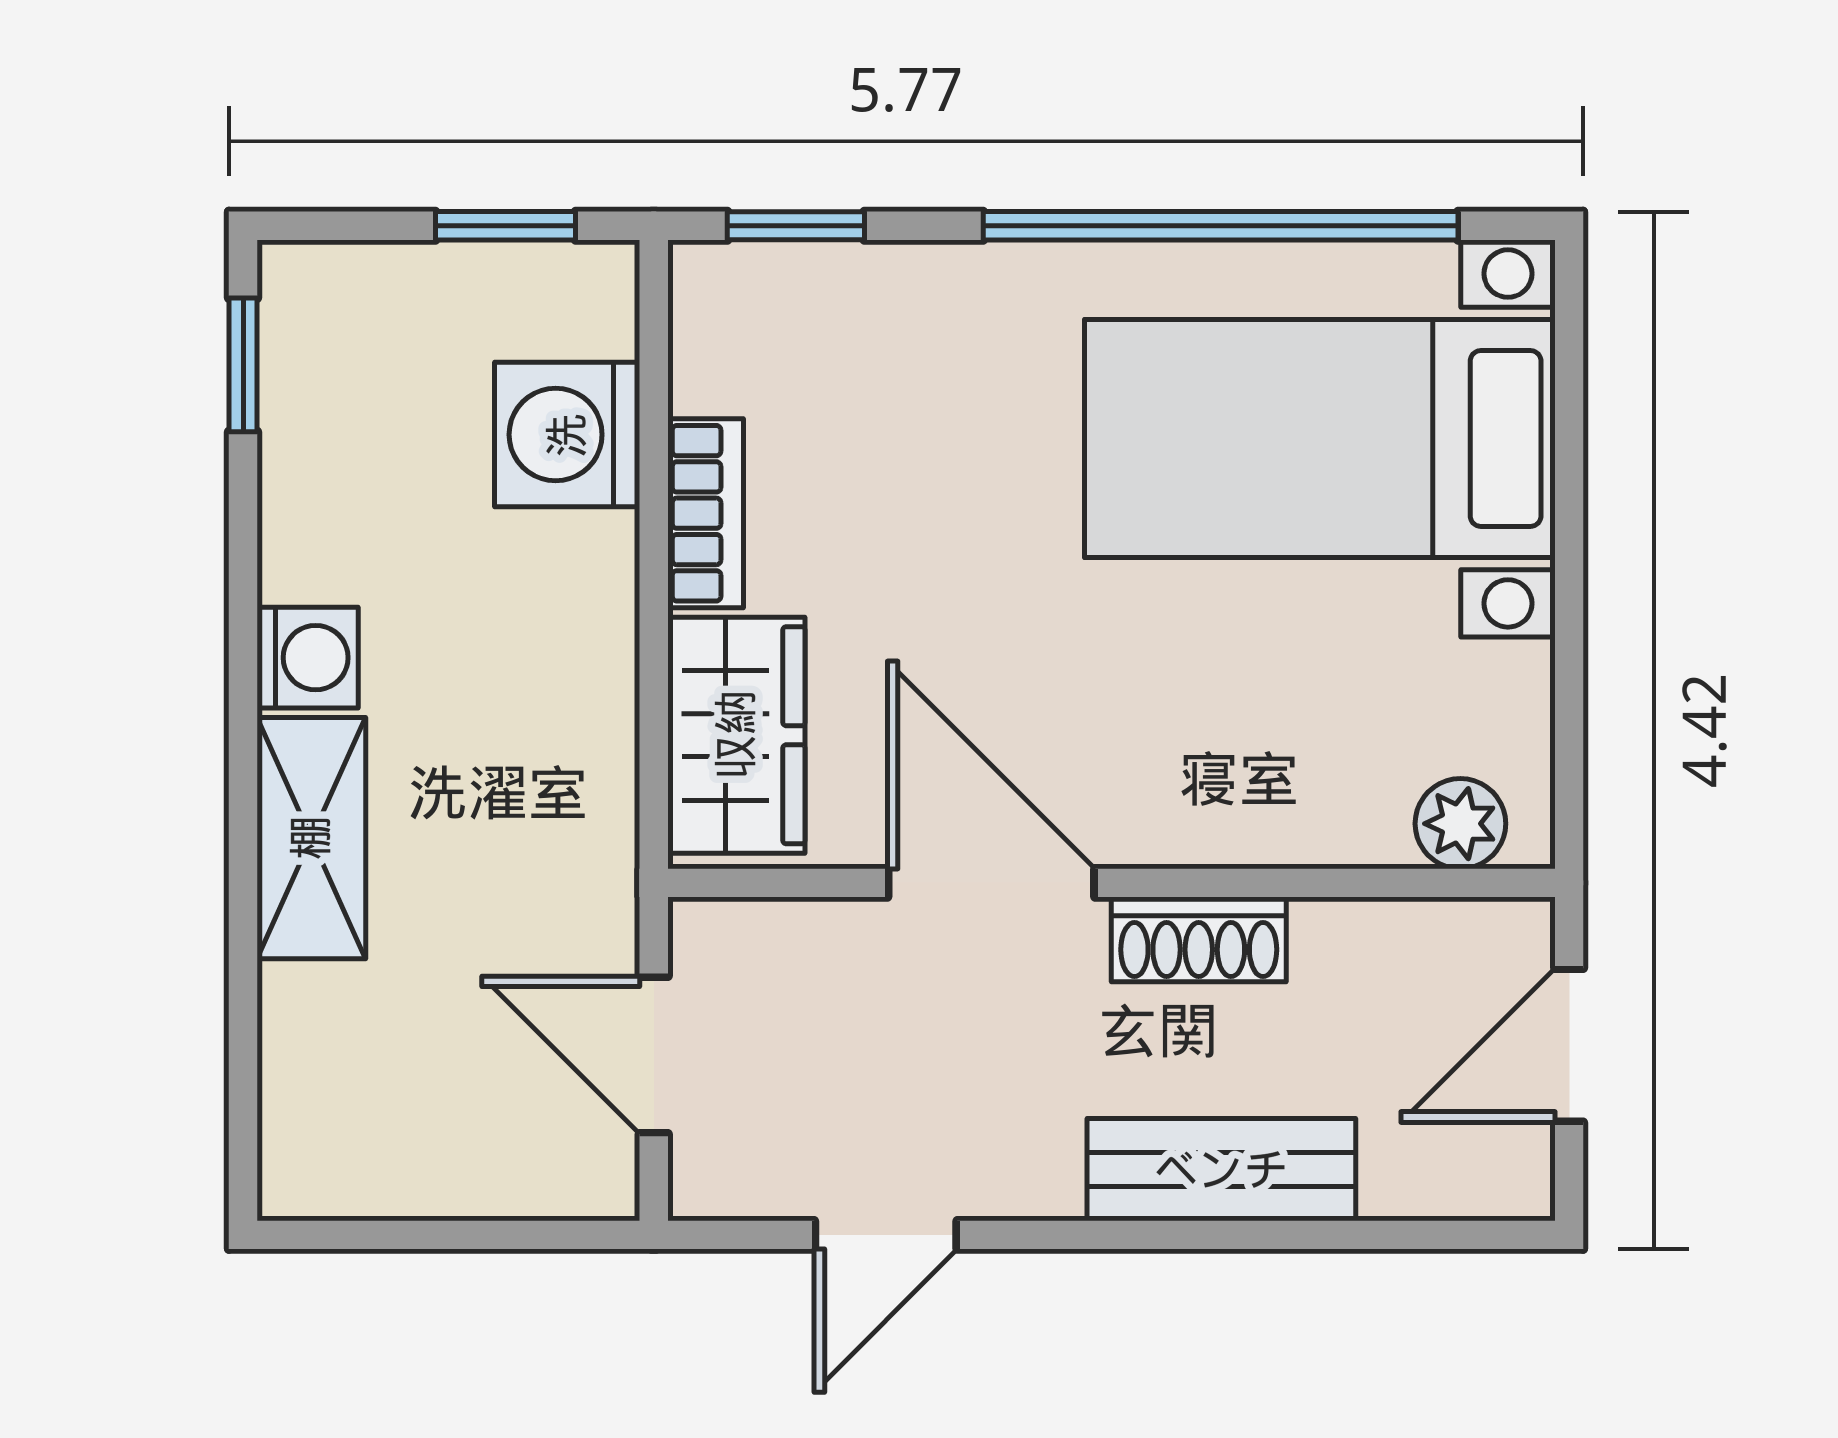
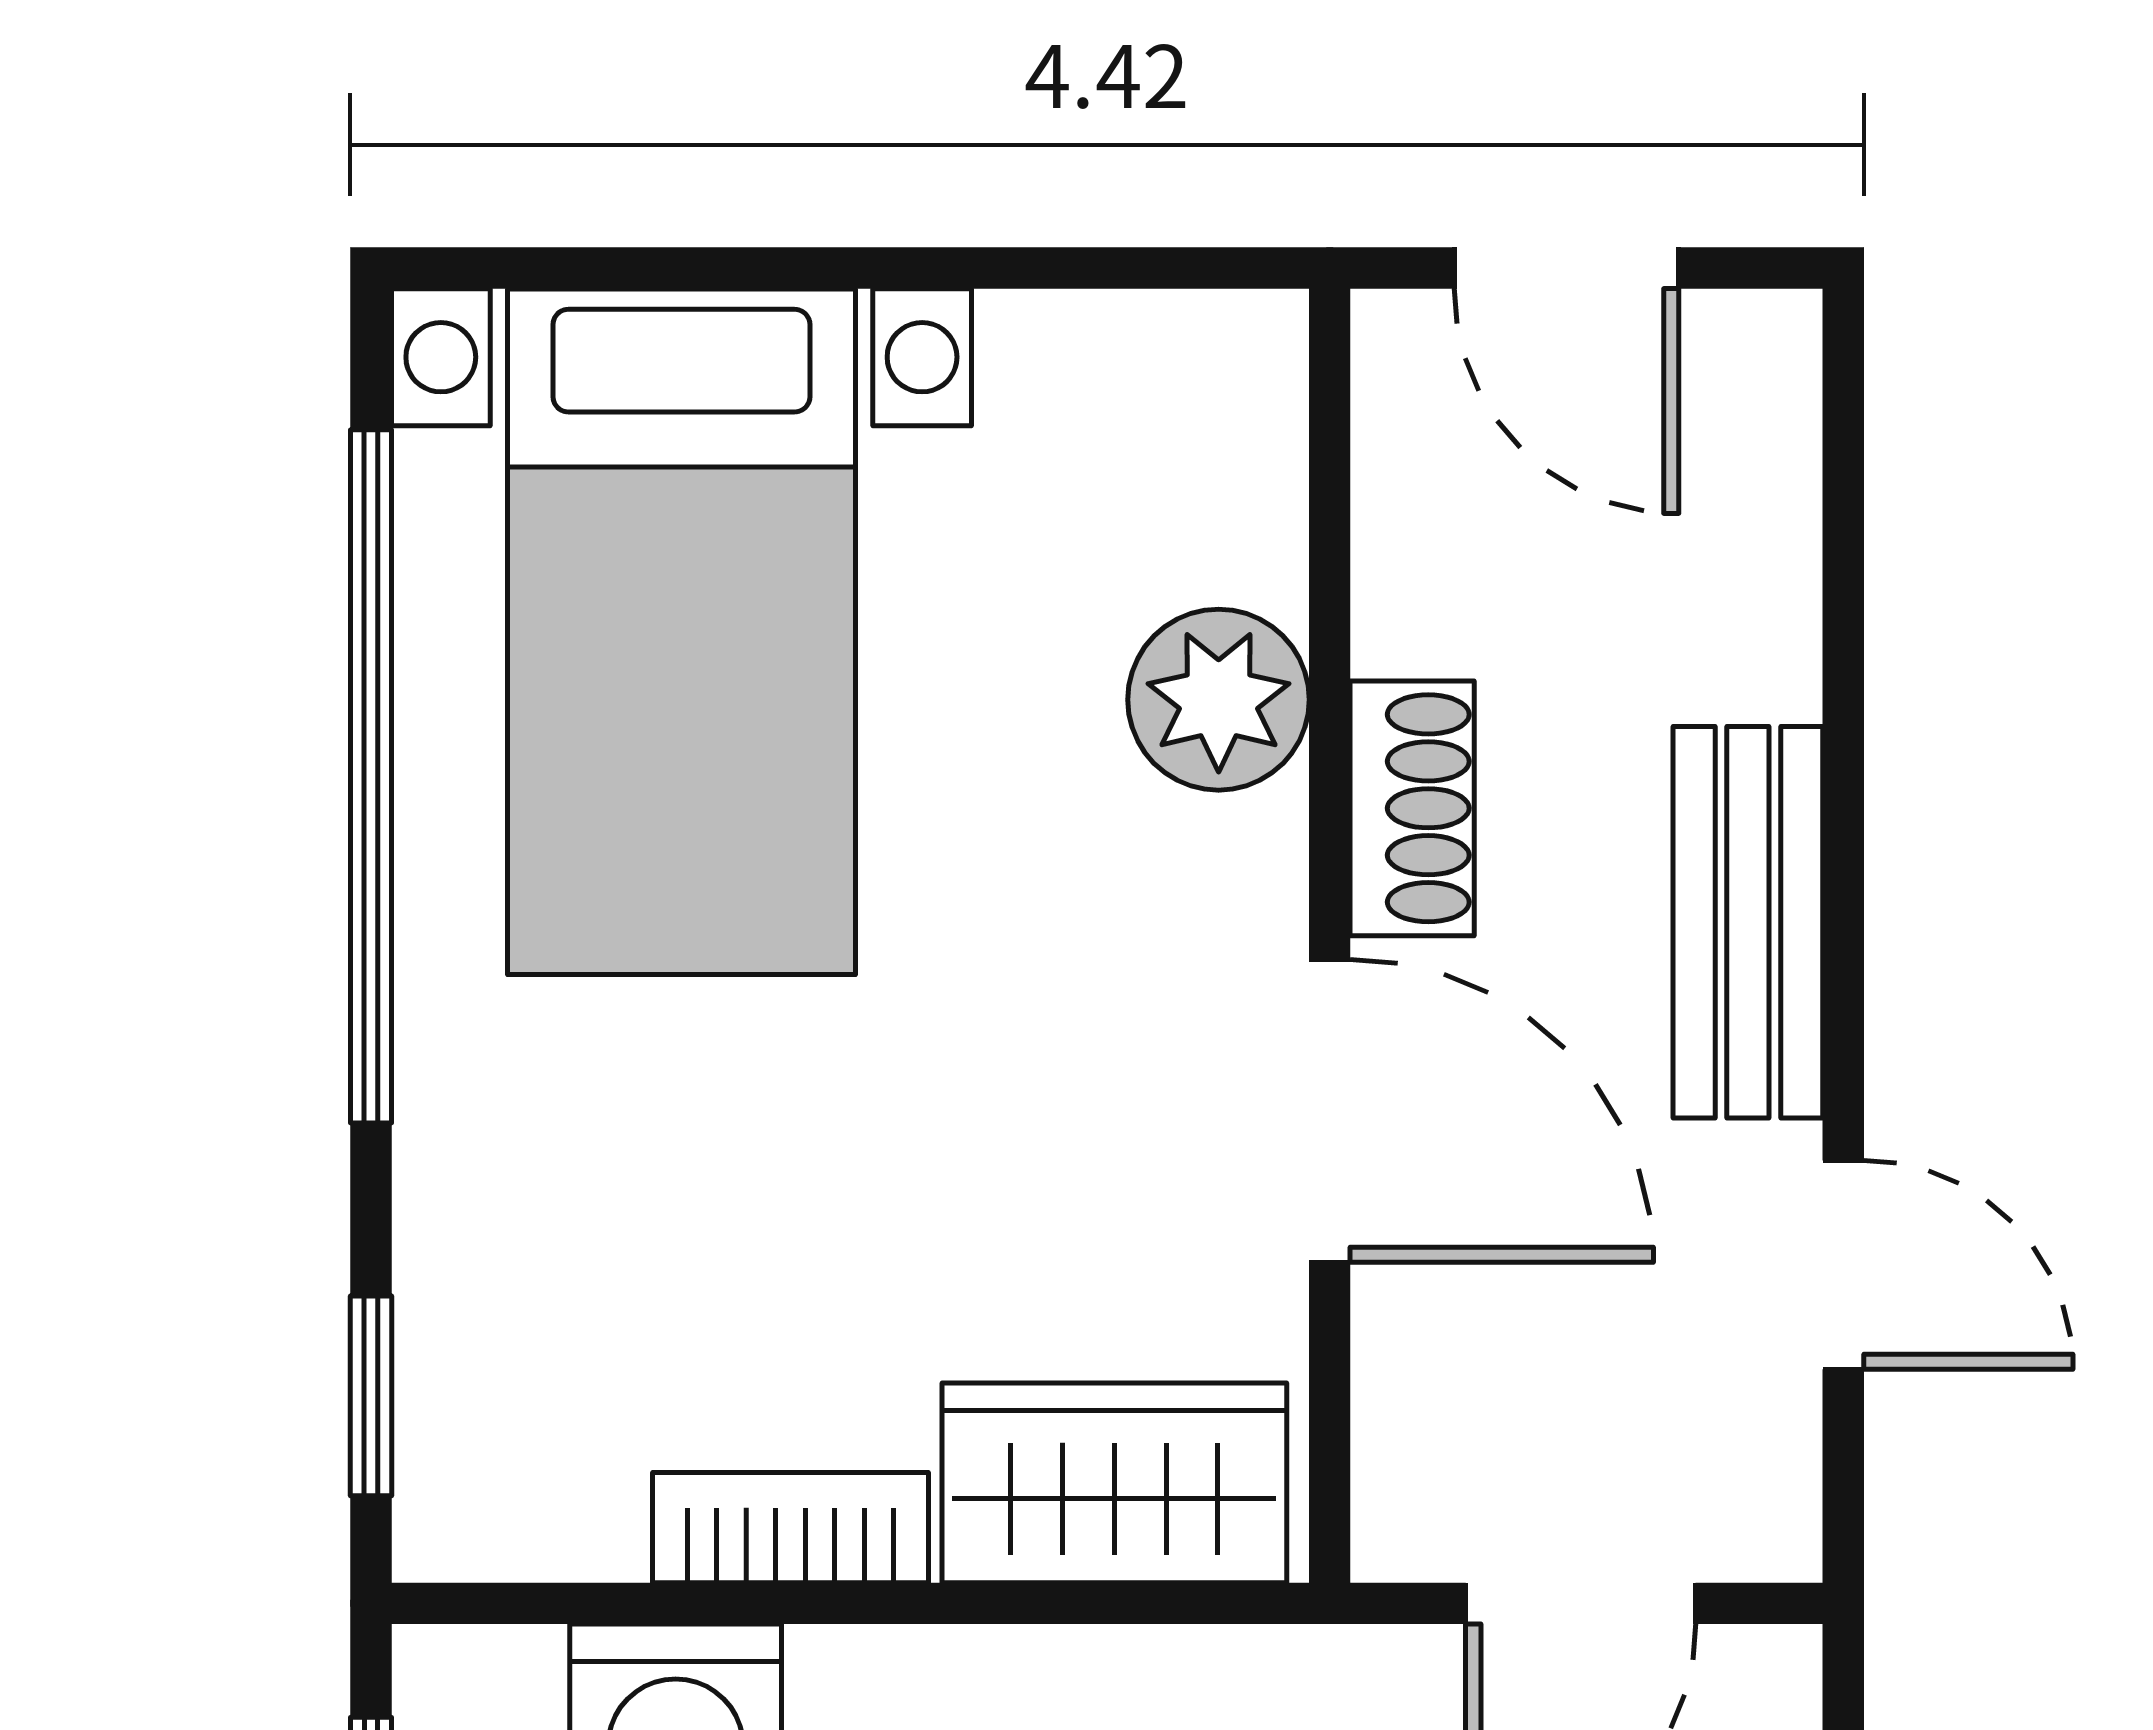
plant: (1460, 824) -> (1219, 700), moved, width x1.38, depth x1.38
door: (991, 883) -> (1330, 1111), swing flipped
bench: (1221, 1170) -> (1748, 922), moved

